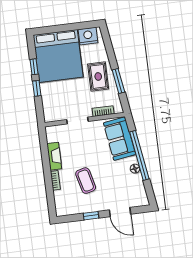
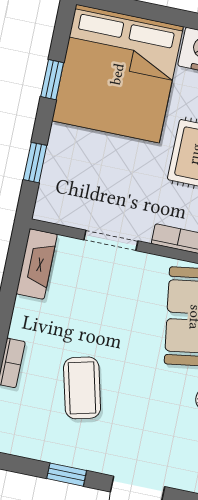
window: (37, 88) -> (35, 163), moved
fireplace: (54, 156) -> (37, 264), moved

